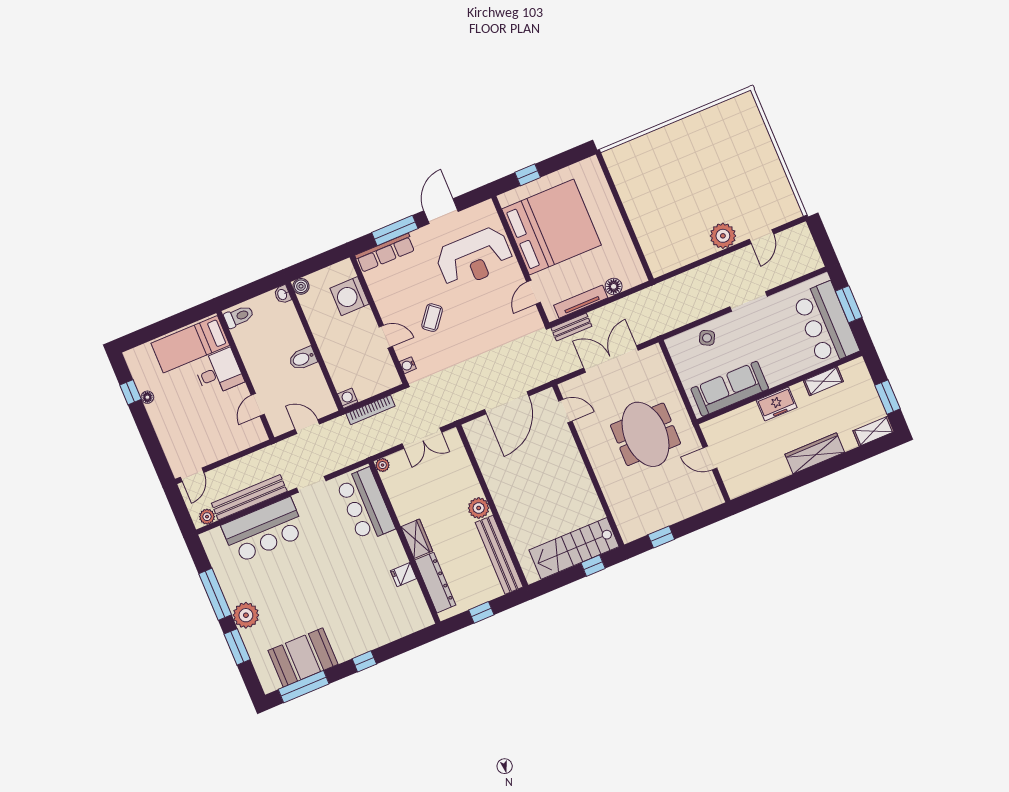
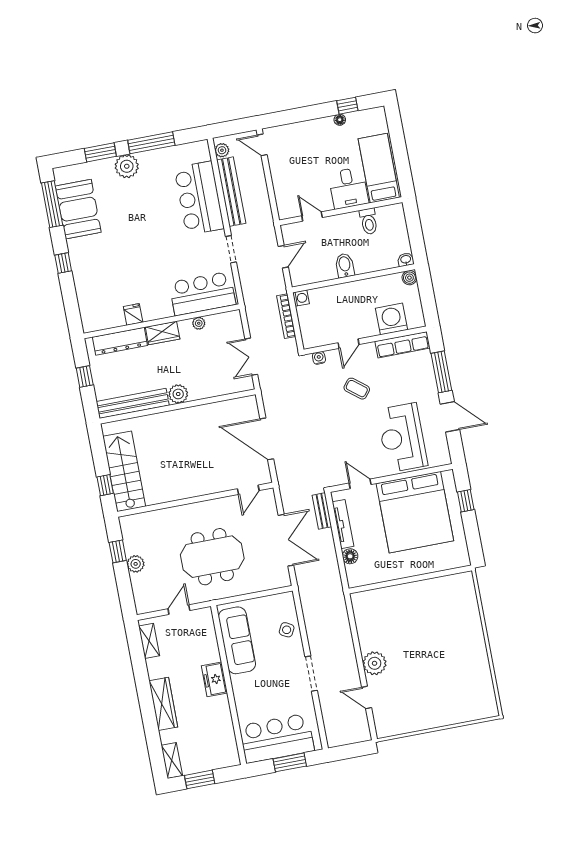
row of seats: (385, 253) -> (403, 345), moved, turned -90
toilet: (239, 316) -> (369, 221), moved
shelving: (823, 381) -> (149, 641), moved
plant: (383, 465) -> (199, 323), moved
plant: (671, 515) -> (136, 564), added

